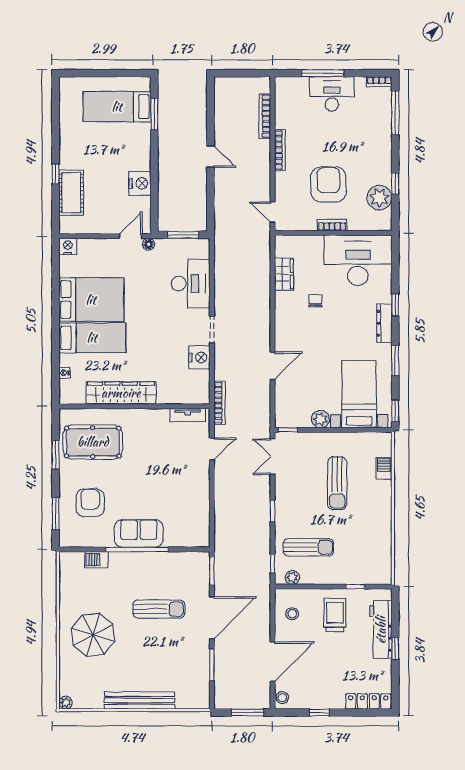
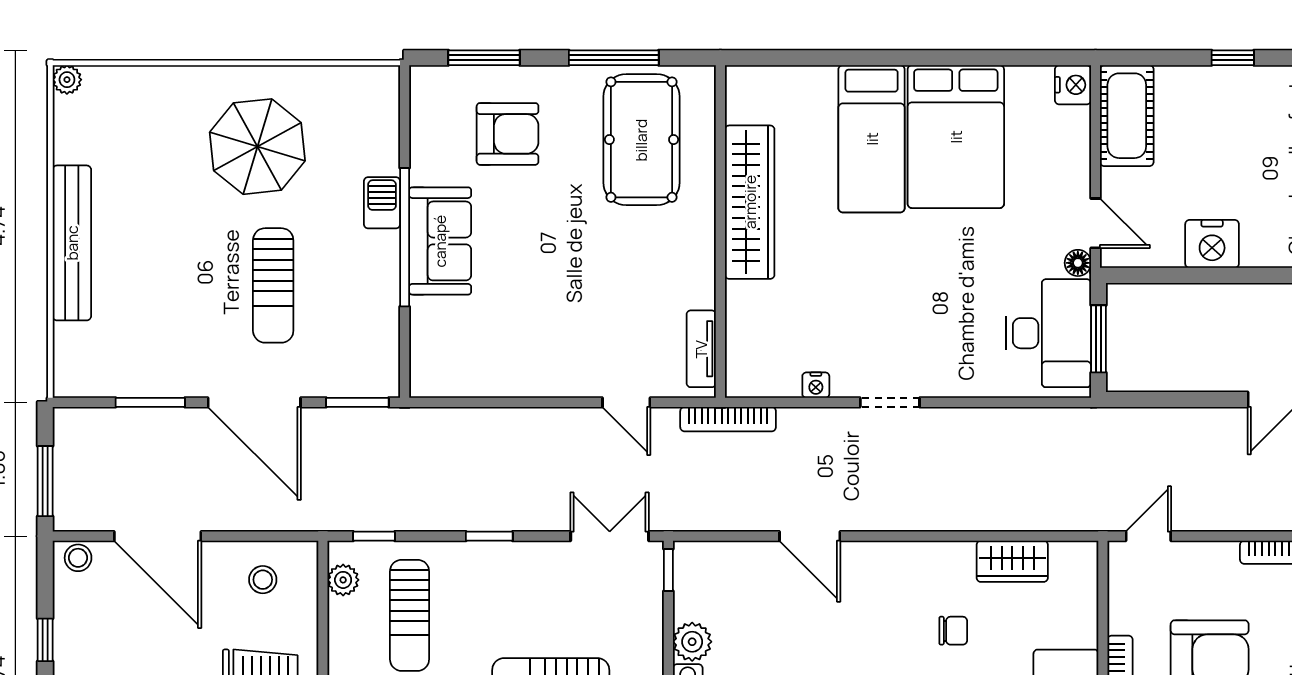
cot: (71, 193) -> (1127, 116), moved, turned 90
desk: (191, 284) -> (1049, 333), moved, turned -90
nightstand: (199, 358) -> (816, 385), width x0.53, depth x0.56
nightstand: (64, 373) -> (794, 77), removed
window: (56, 455) -> (614, 58), width x1.44
barbecue: (96, 560) -> (382, 203), moved
parasol: (93, 635) -> (257, 147), moved

